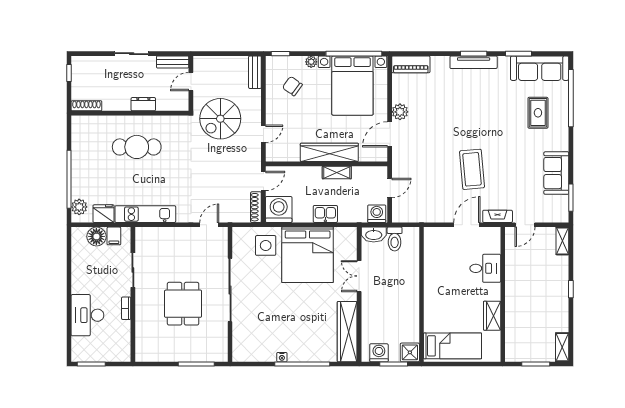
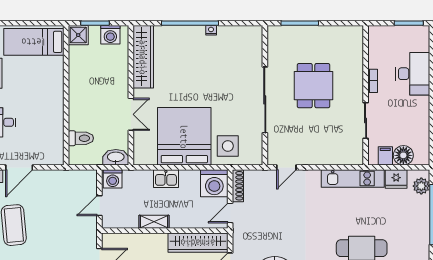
wardrobe: (329, 152) -> (198, 243), moved
toilet: (395, 239) -> (81, 138), moved, turned 90

